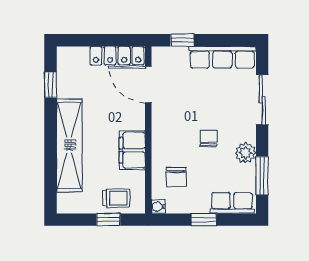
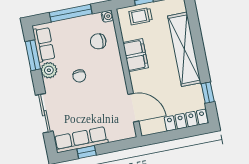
window: (182, 40) -> (87, 152), moved
locker: (117, 56) -> (186, 120), moved
chair: (176, 177) -> (98, 41), turned -90
row of seats: (232, 203) -> (44, 44), moved, turned -90
window: (204, 220) -> (71, 13), width x2.17

